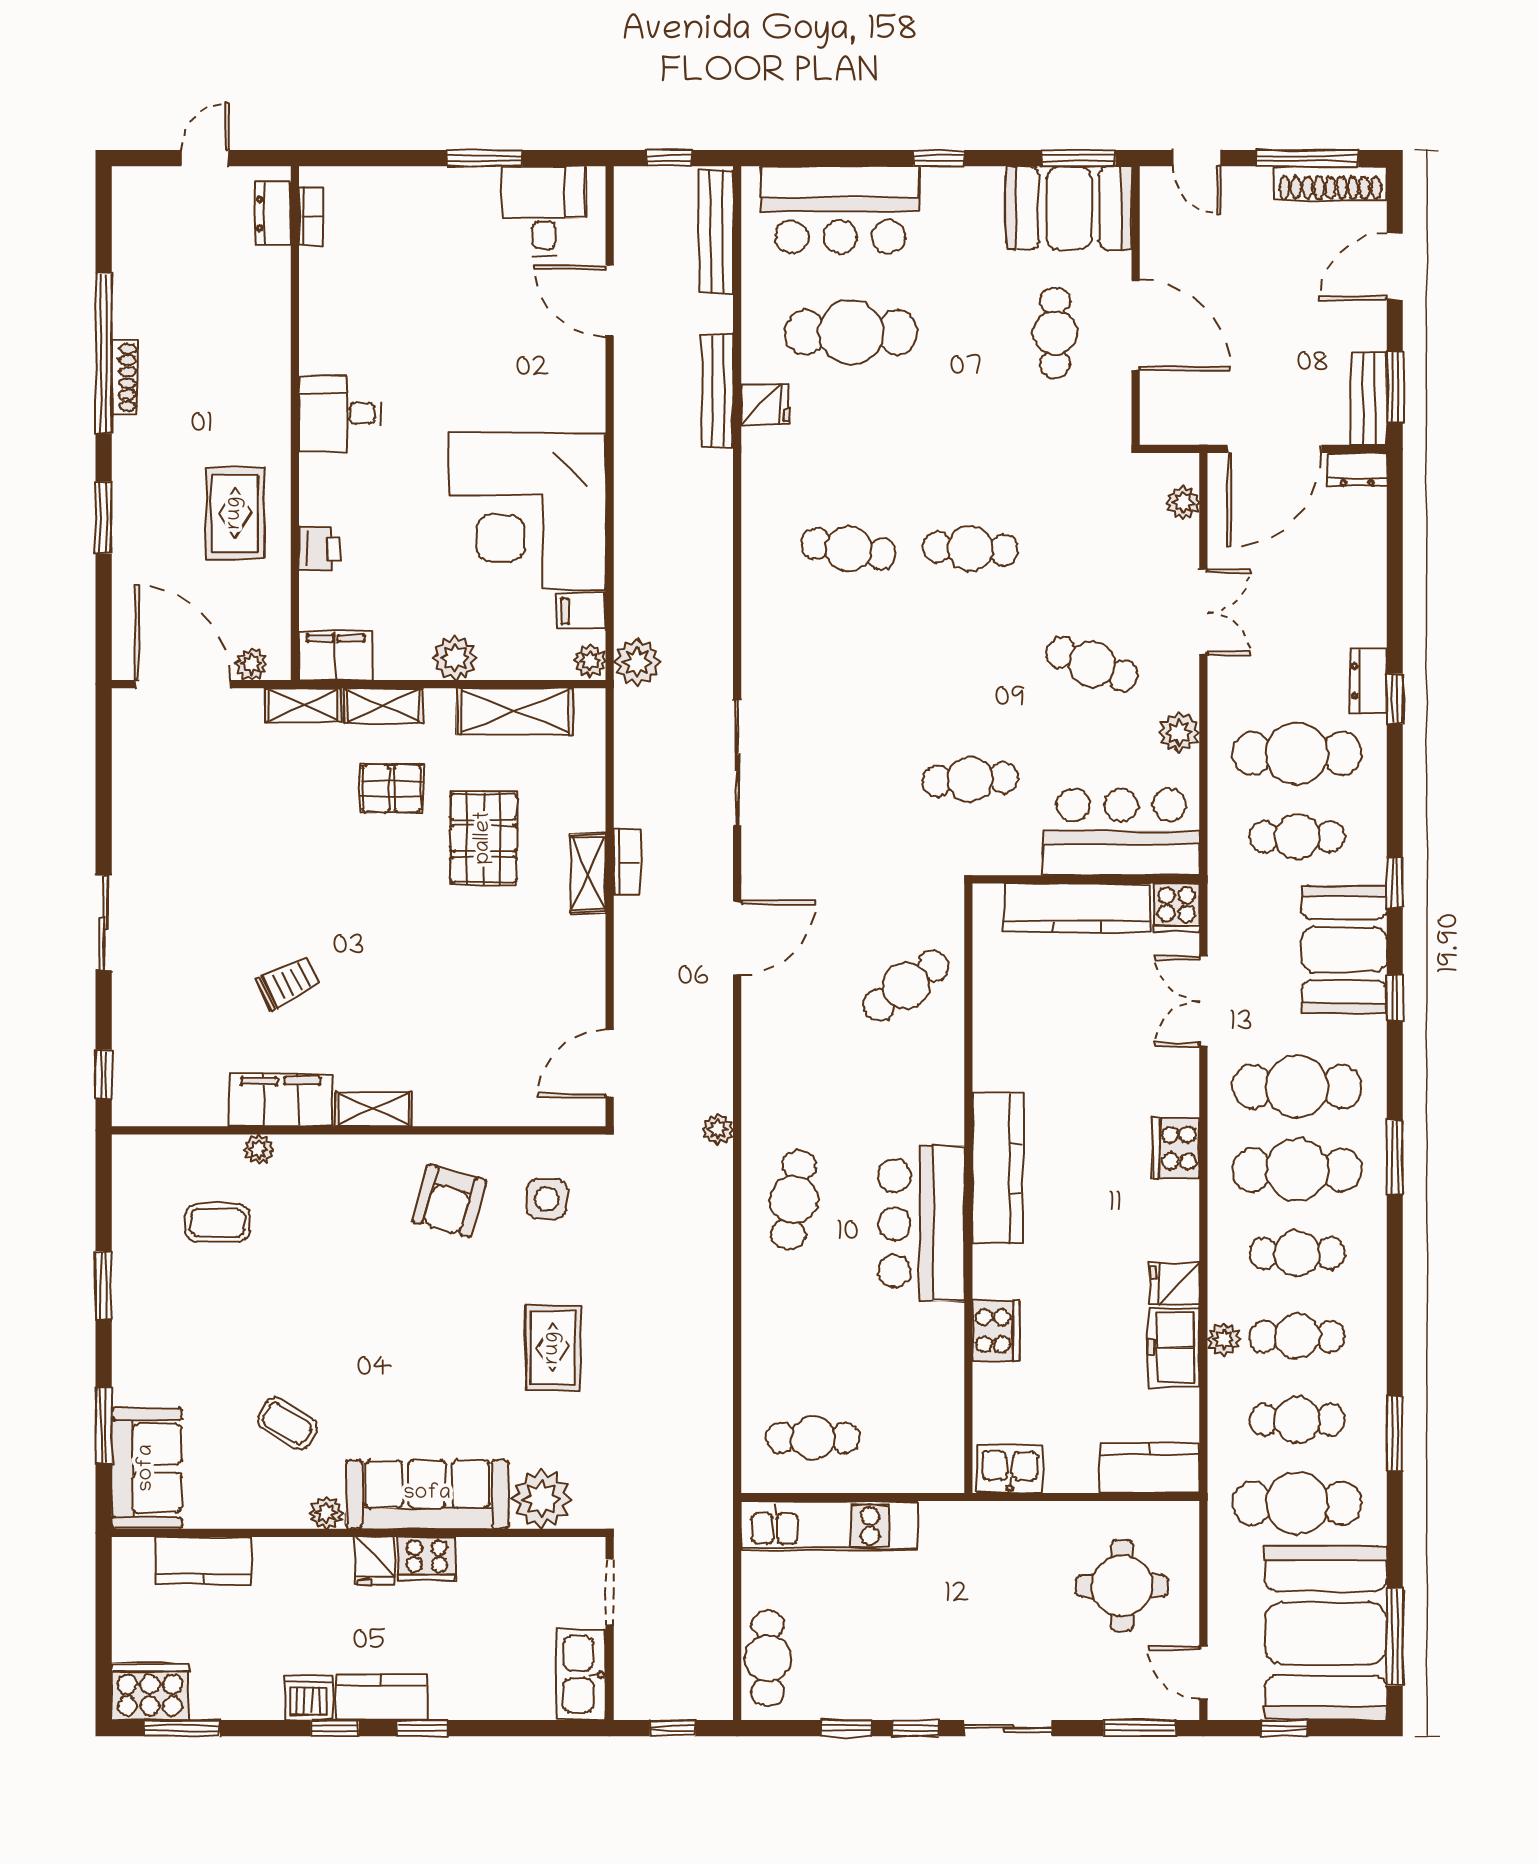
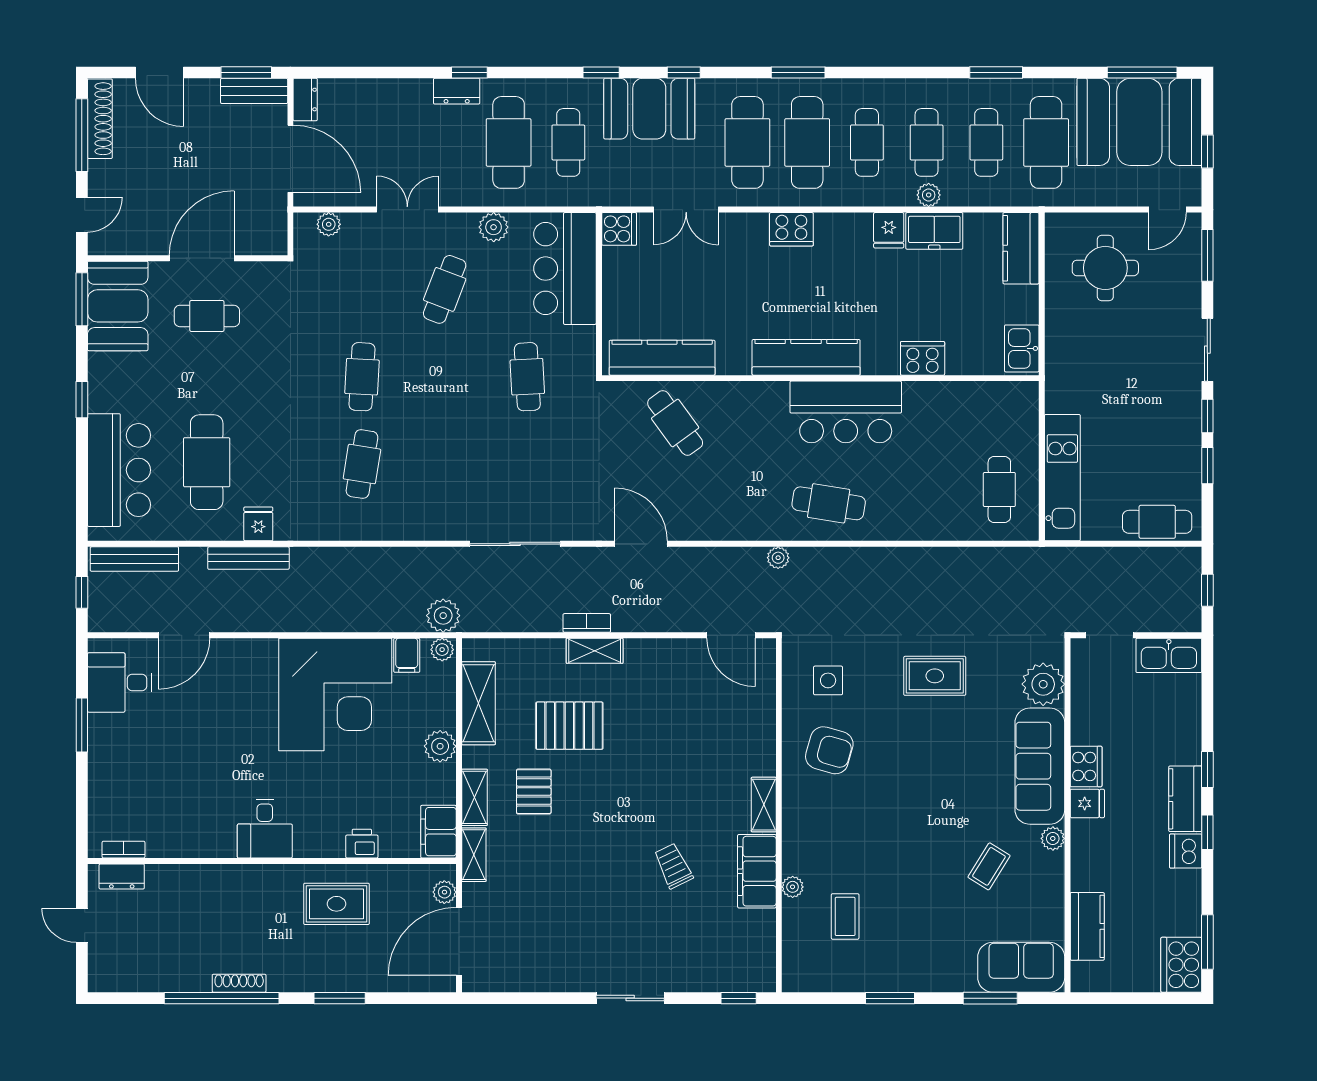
kitchen counter: (1077, 908) -> (662, 358), moved, turned -90

